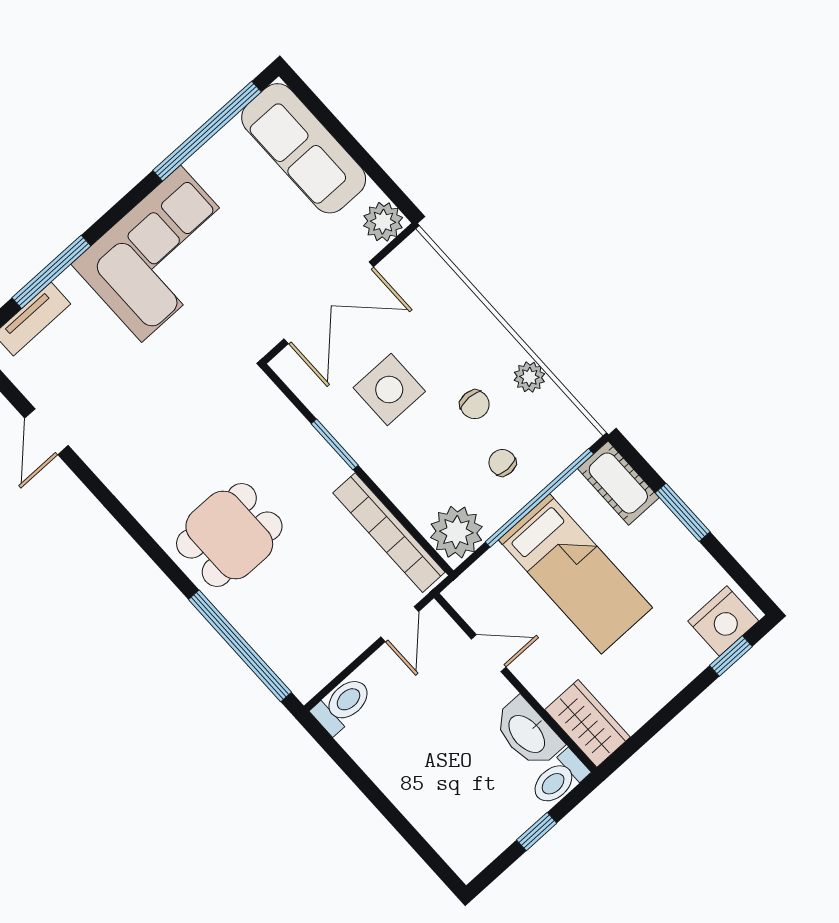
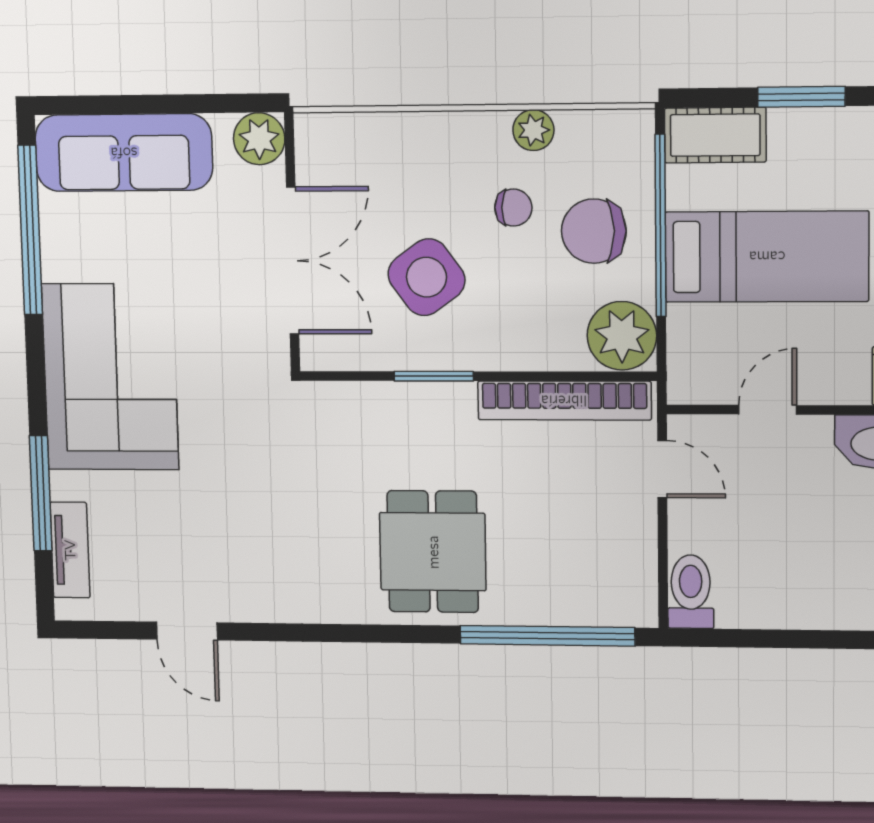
side table: (389, 390) -> (426, 277), turned -36
chair: (502, 463) -> (594, 231), width x1.87, depth x1.87

